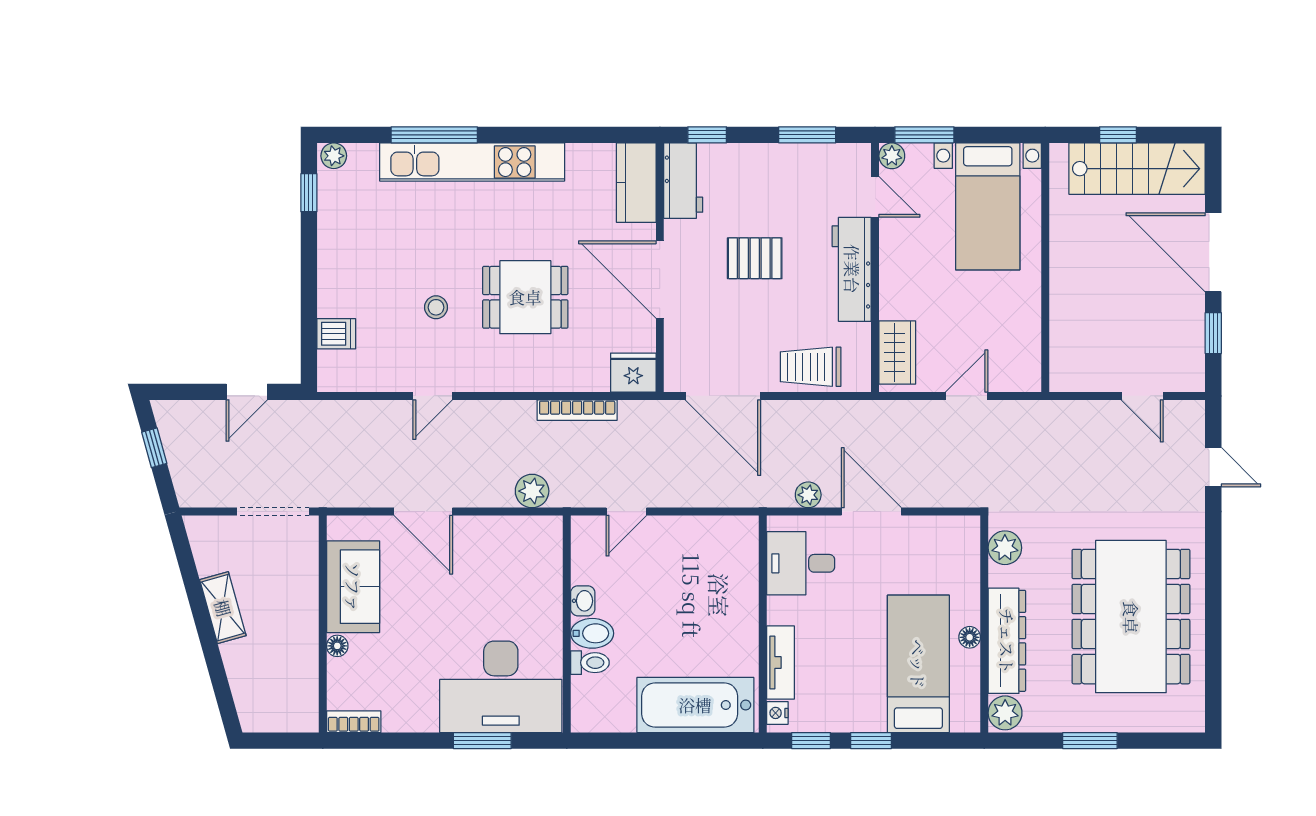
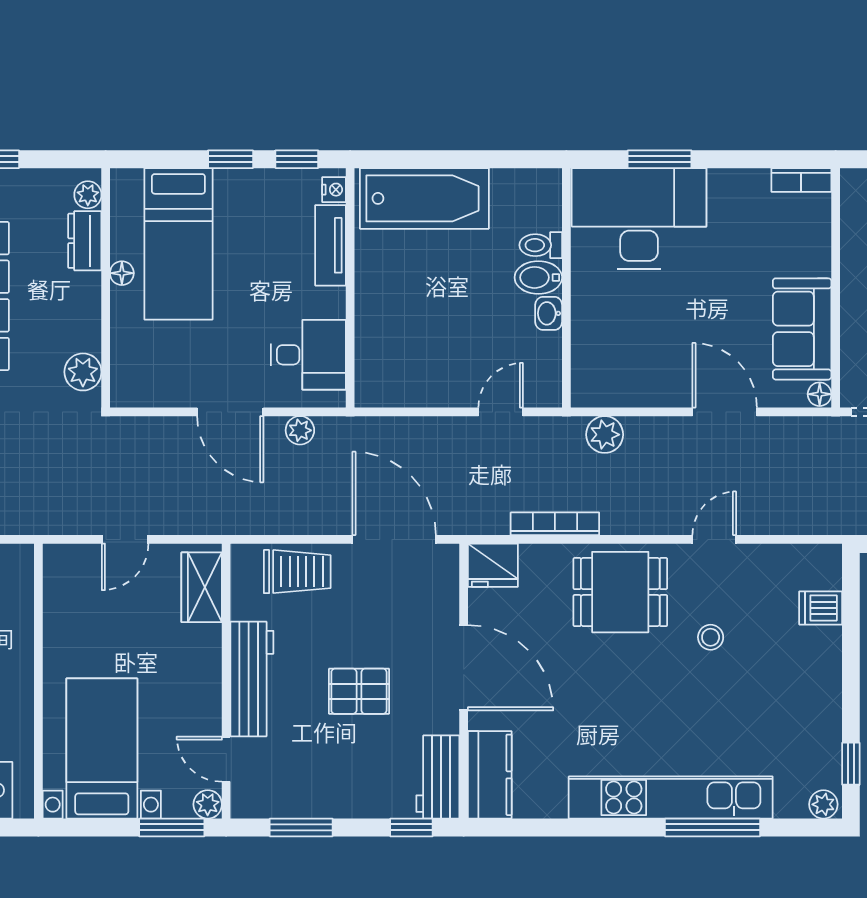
dining table: (525, 297) -> (620, 592), moved
dresser: (1007, 641) -> (85, 241), width x0.51, depth x0.80
floor lamp: (337, 646) -> (820, 394), moved
plant: (1005, 713) -> (88, 195), width x0.73, depth x0.73

